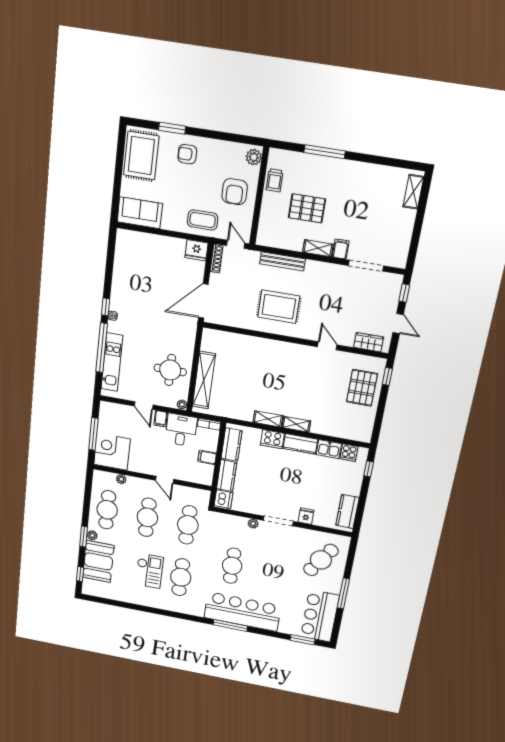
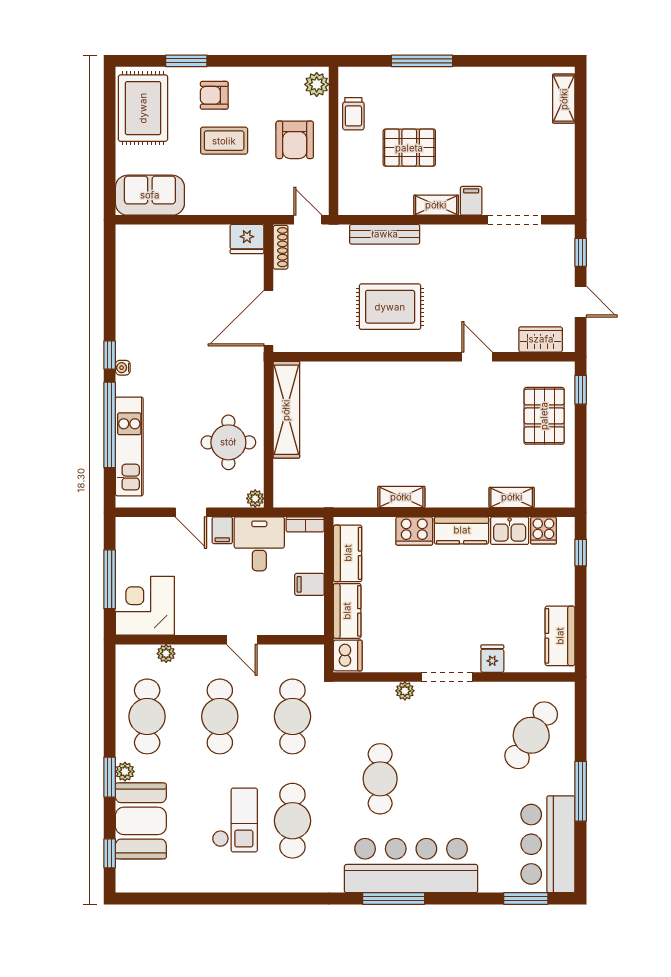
coffee table: (203, 220) -> (224, 141), moved
shelving: (204, 380) -> (286, 410), moved
shelving: (296, 424) -> (512, 497), moved

